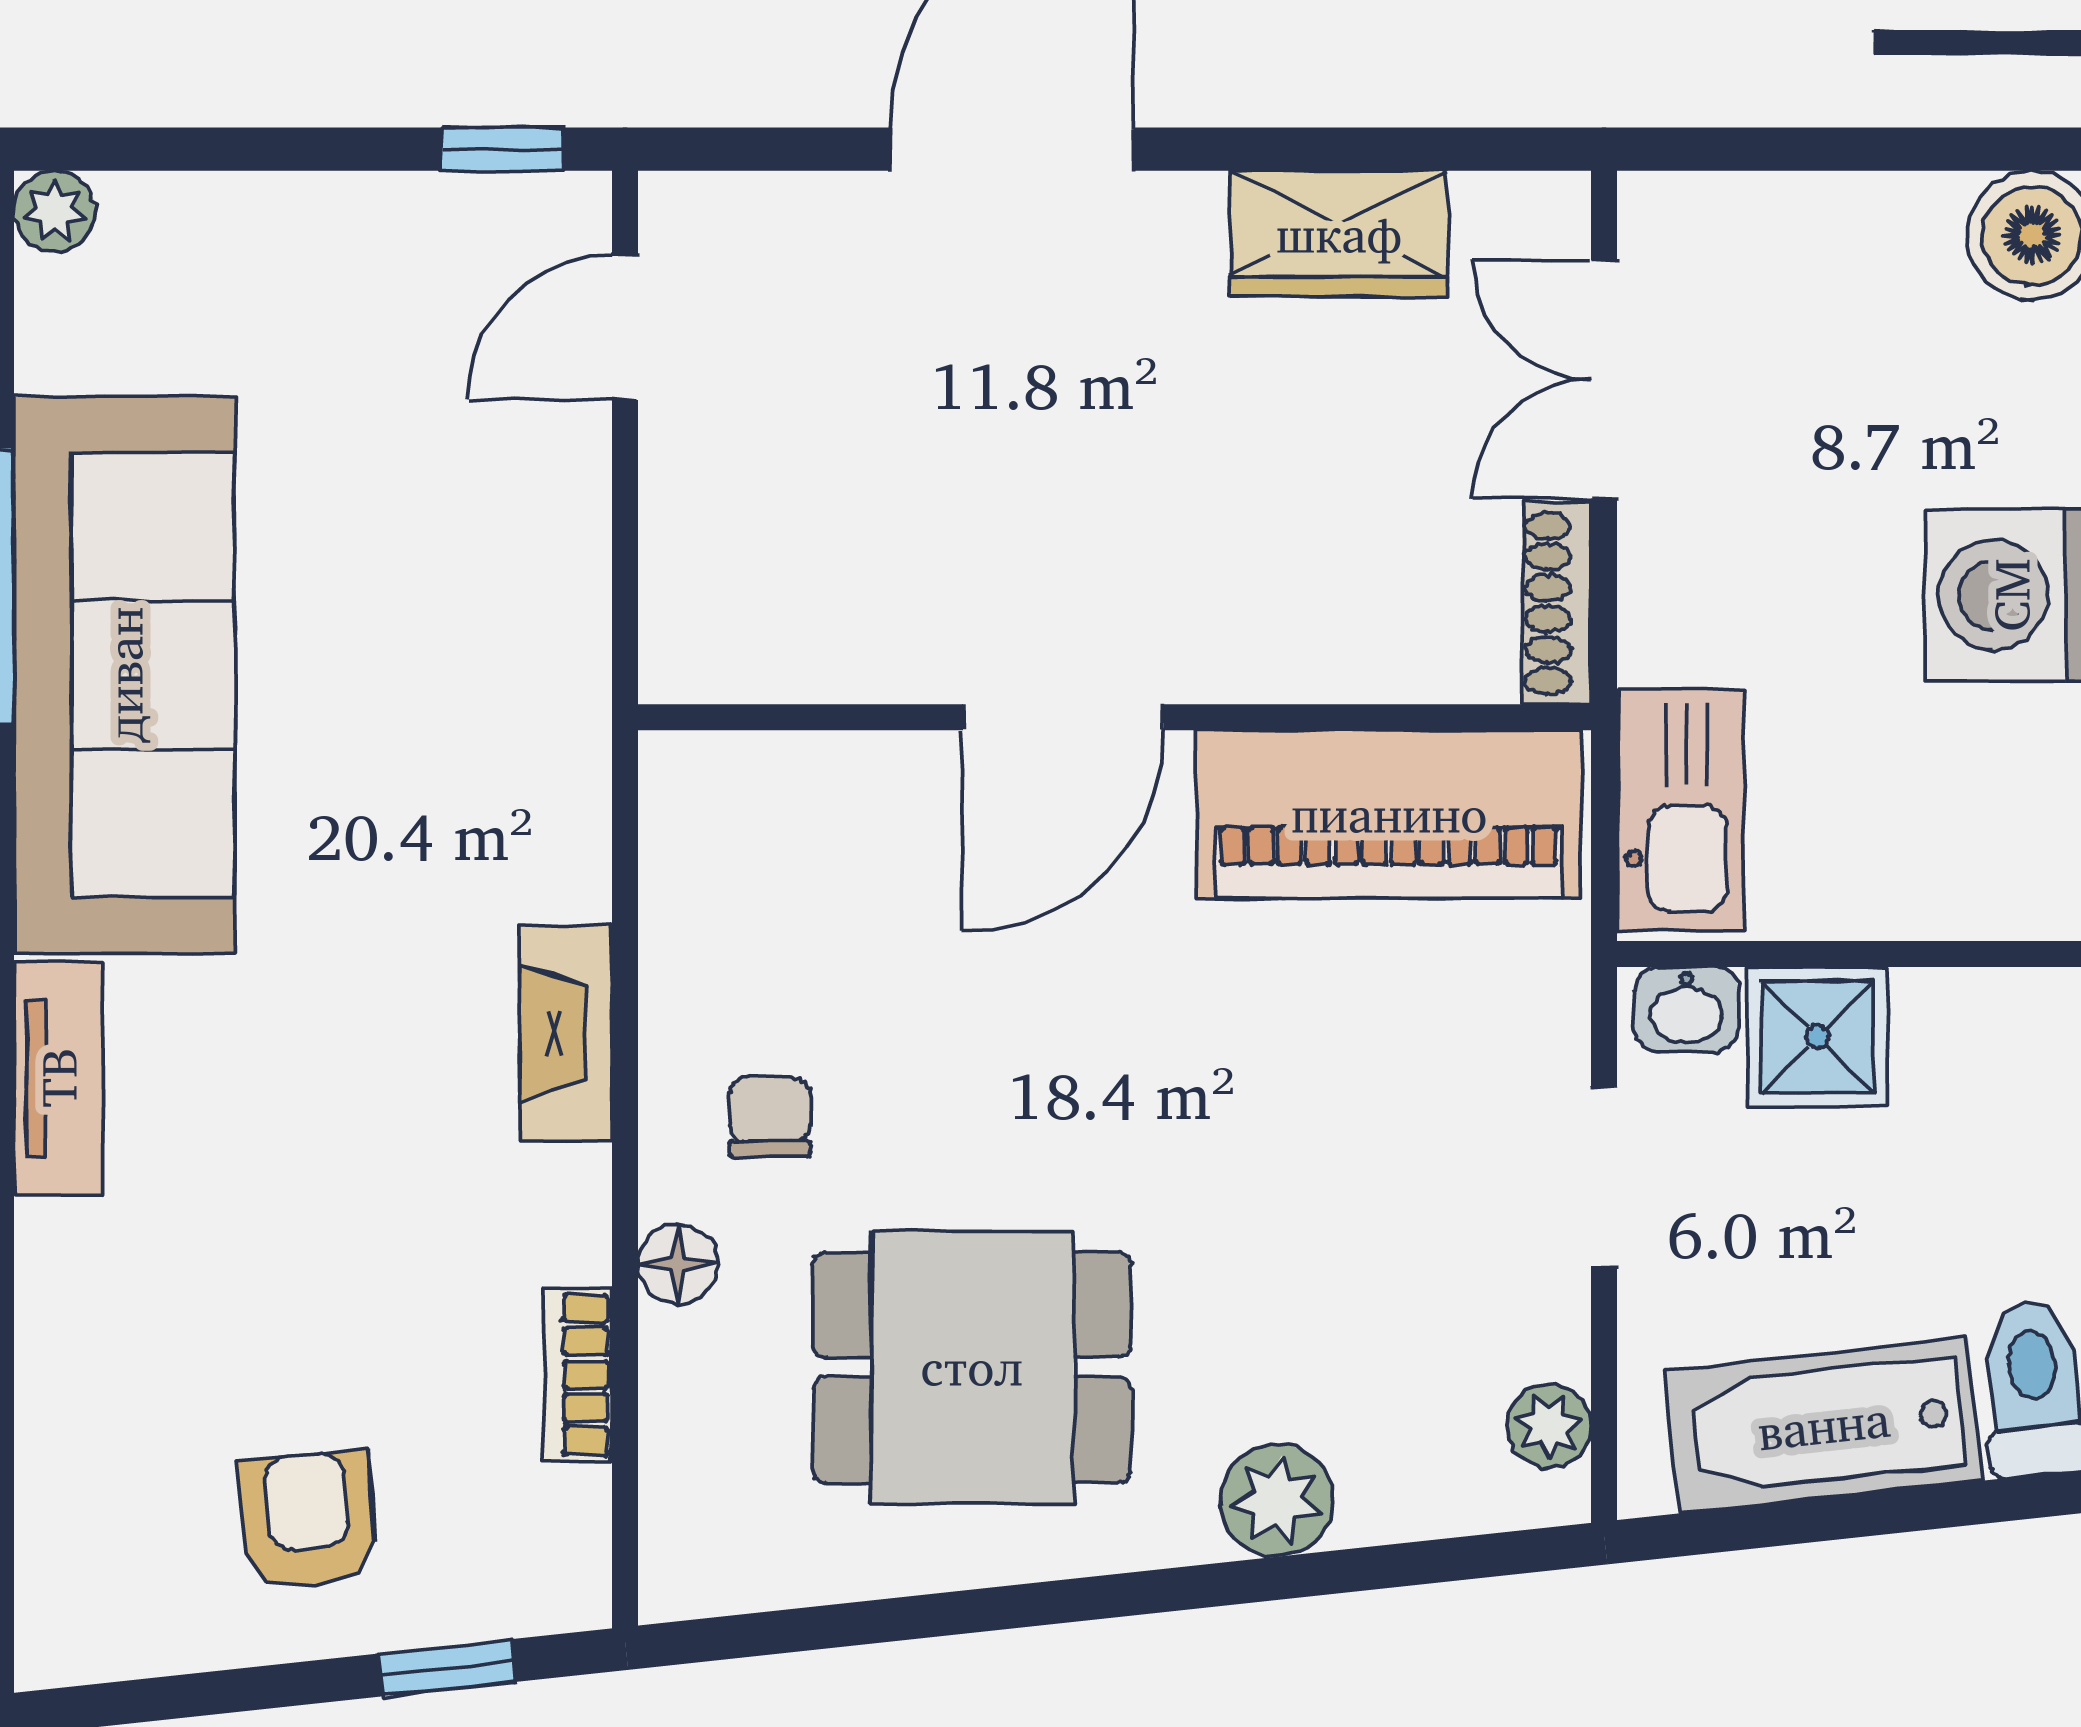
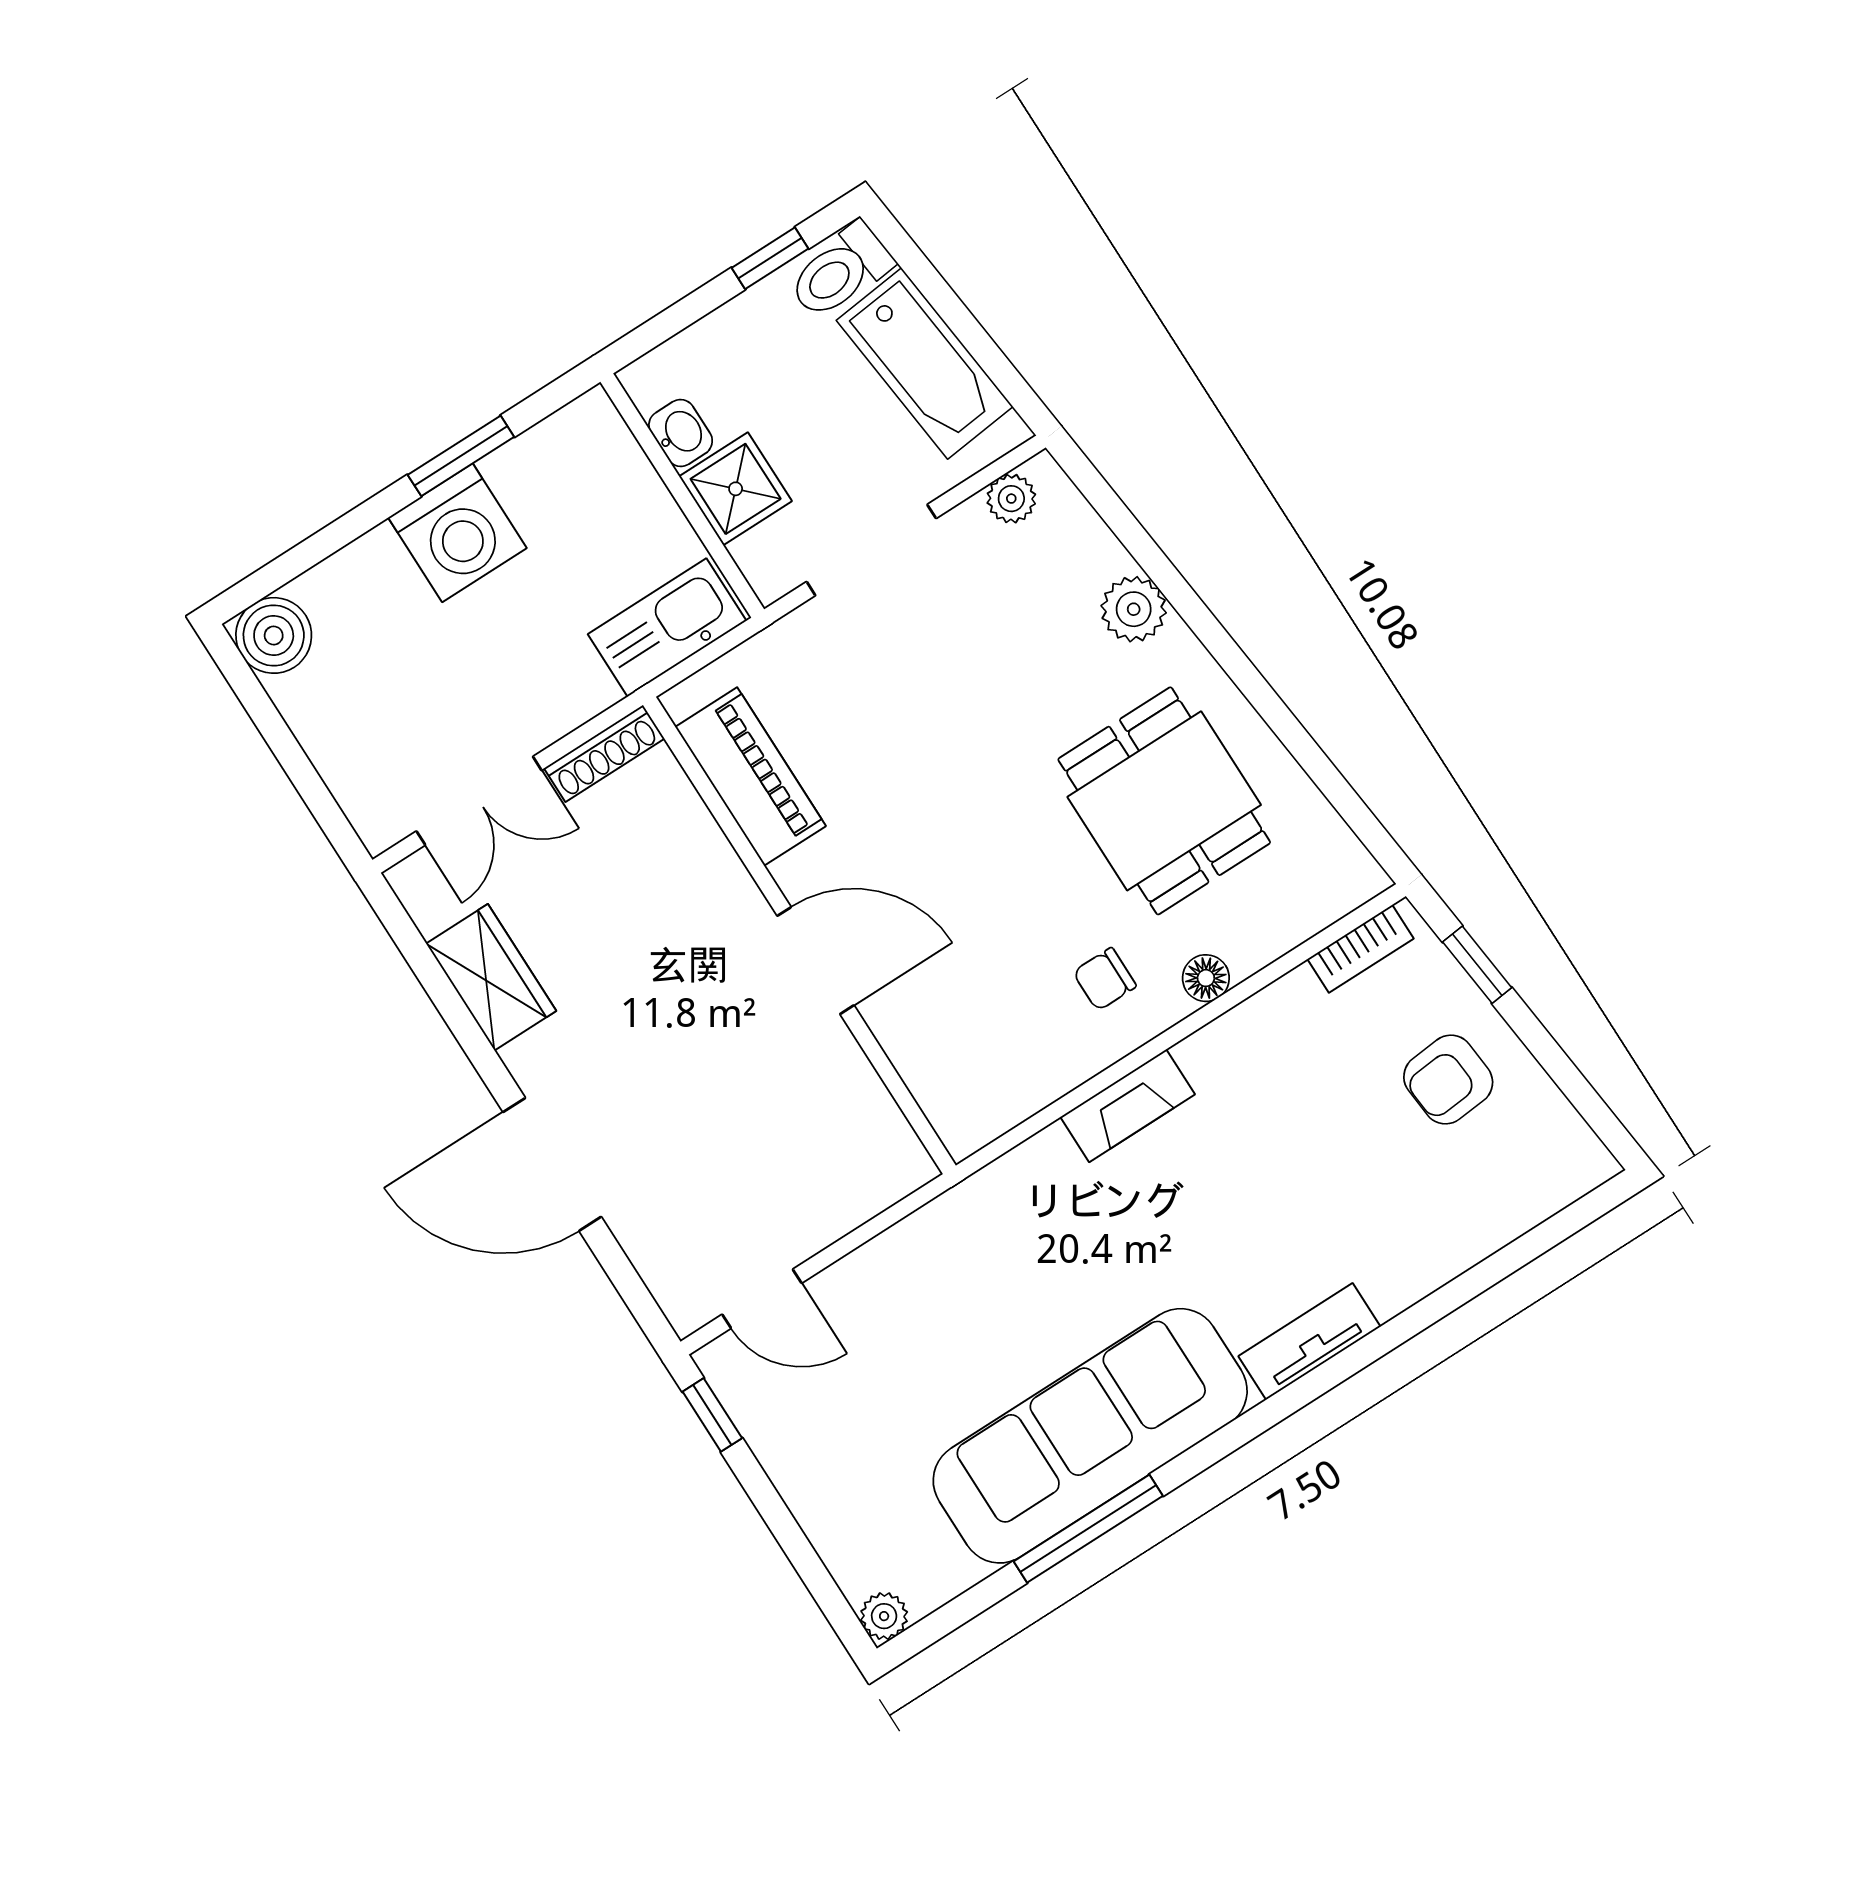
piano: (1389, 814) -> (751, 776), width x0.73, depth x0.75
washbasin: (1686, 1009) -> (681, 433), moved
doorway: (1604, 1176) -> (871, 550), width x1.38
bookcase: (578, 1375) -> (1360, 949), moved

